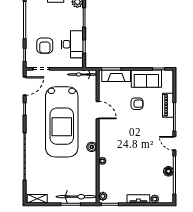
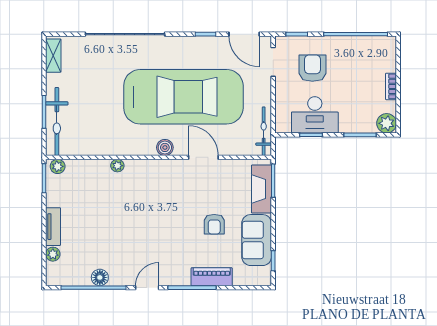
armchair: (45, 46) -> (312, 68), turned 90
door: (98, 110) -> (203, 157), swing flipped
car: (62, 122) -> (183, 97), turned 180
boiler: (92, 147) -> (165, 147), moved

